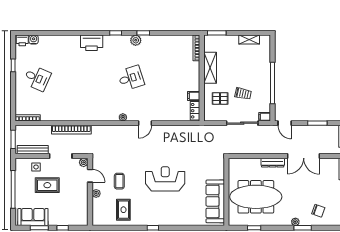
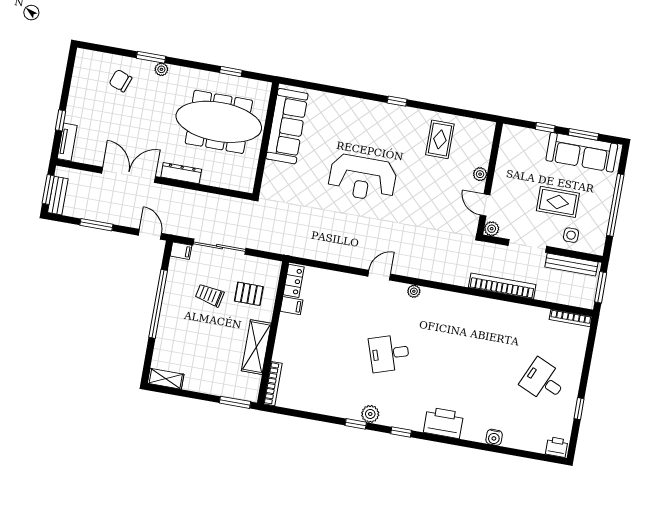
water cooler: (34, 40) -> (494, 437), moved
shelving: (249, 40) -> (166, 379), moved
coffee table: (119, 181) -> (438, 187), removed
sofa: (33, 217) -> (582, 152), width x1.36

